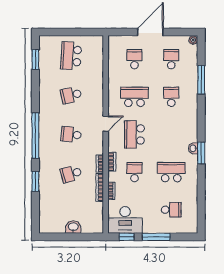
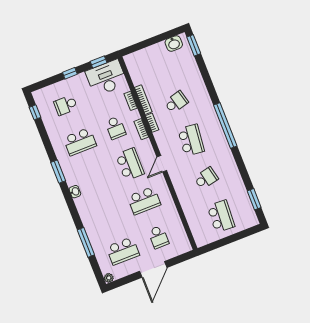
school desk: (171, 59) -> (123, 251), width x1.85
school desk: (171, 97) -> (108, 215), removed
school desk: (71, 134) -> (191, 140), width x1.85
washbasin: (193, 148) -> (75, 192), moved
window: (35, 181) -> (194, 45), moved
window: (201, 214) -> (35, 112), added
washbasin: (73, 227) -> (174, 44), moved
window: (156, 237) -> (70, 73), width x0.46

